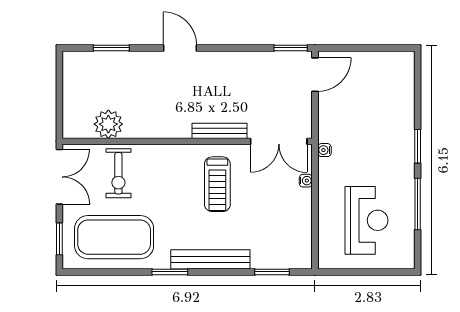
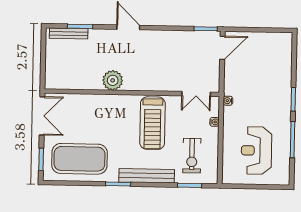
plant: (108, 124) -> (113, 80), moved
bench: (220, 131) -> (69, 33), moved
double door: (279, 141) -> (196, 94), width x0.73
exercise bike: (118, 173) -> (192, 156), moved
treadmill: (217, 184) -> (153, 123), width x1.37, depth x1.38
reception desk: (367, 220) -> (256, 150), turned 180

